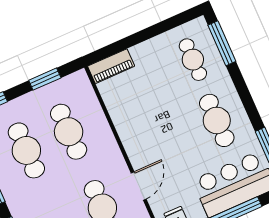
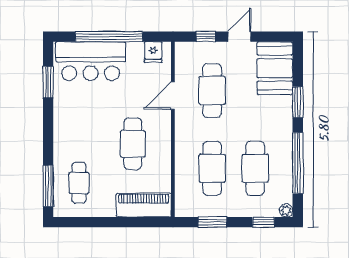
piano: (111, 66) -> (144, 205), width x1.37, depth x1.33
cafe table: (217, 120) -> (133, 144), moved

